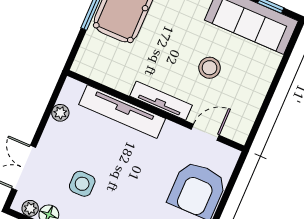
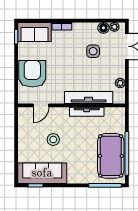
tv unit: (161, 101) -> (87, 112), moved

